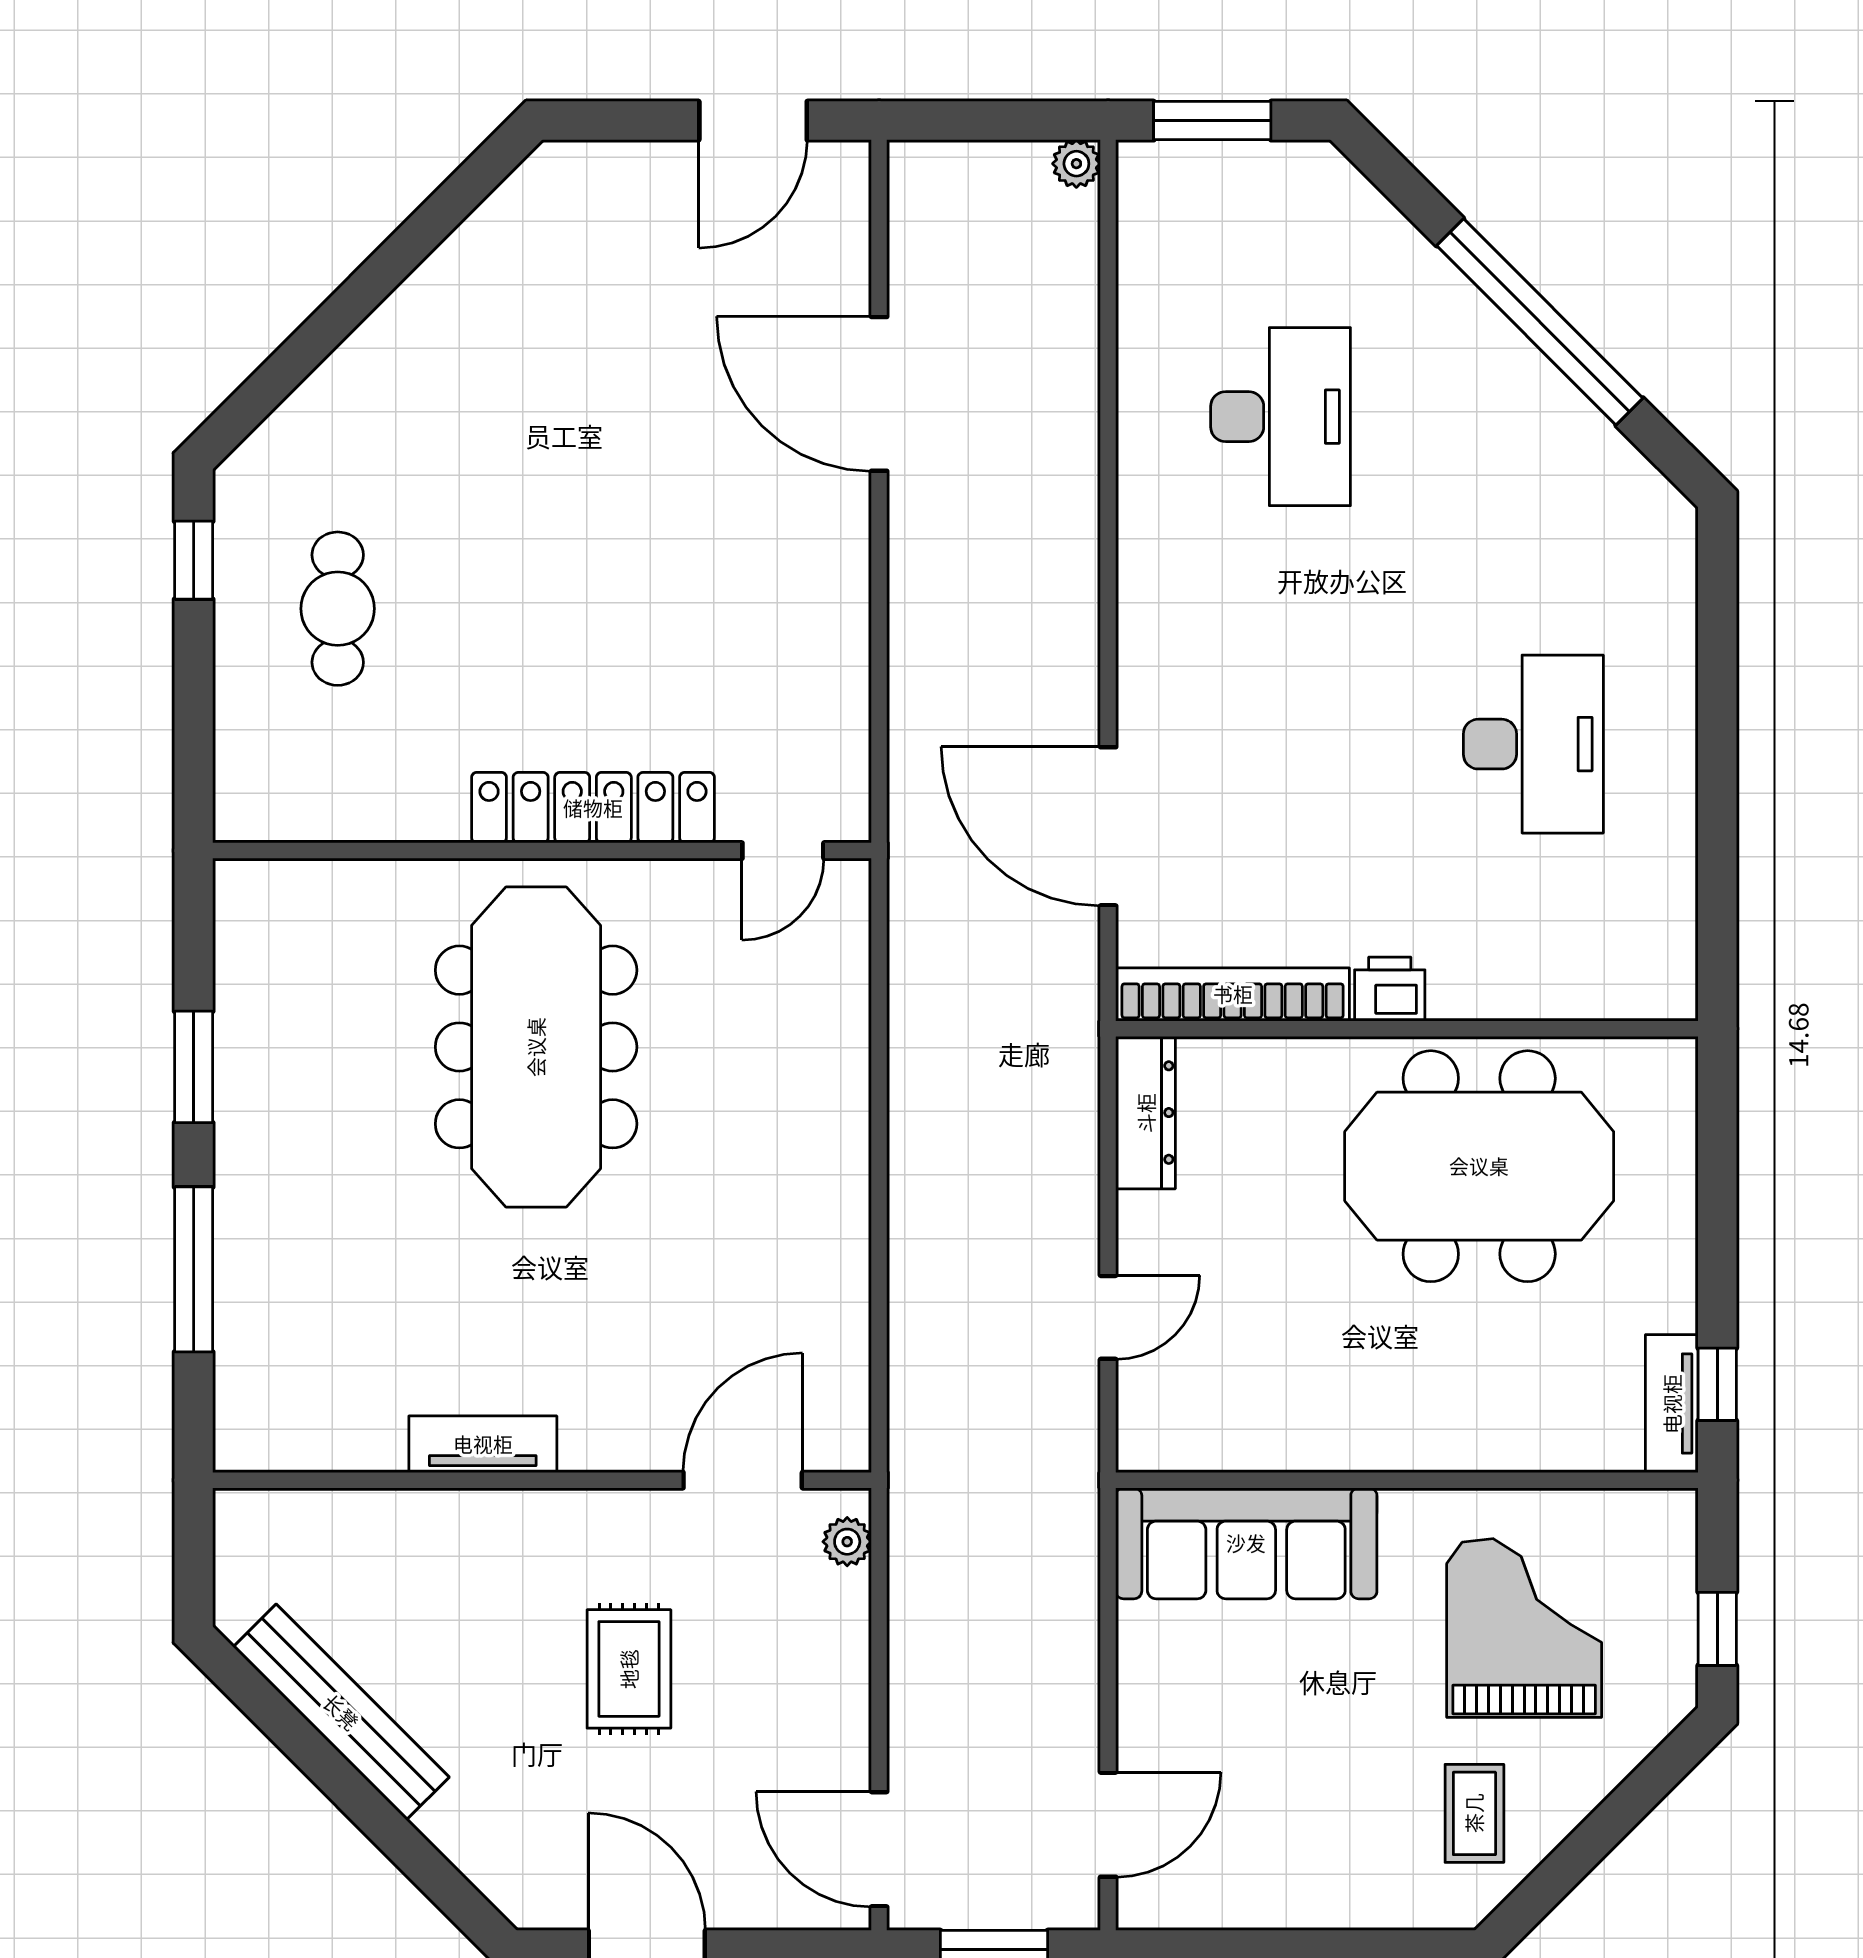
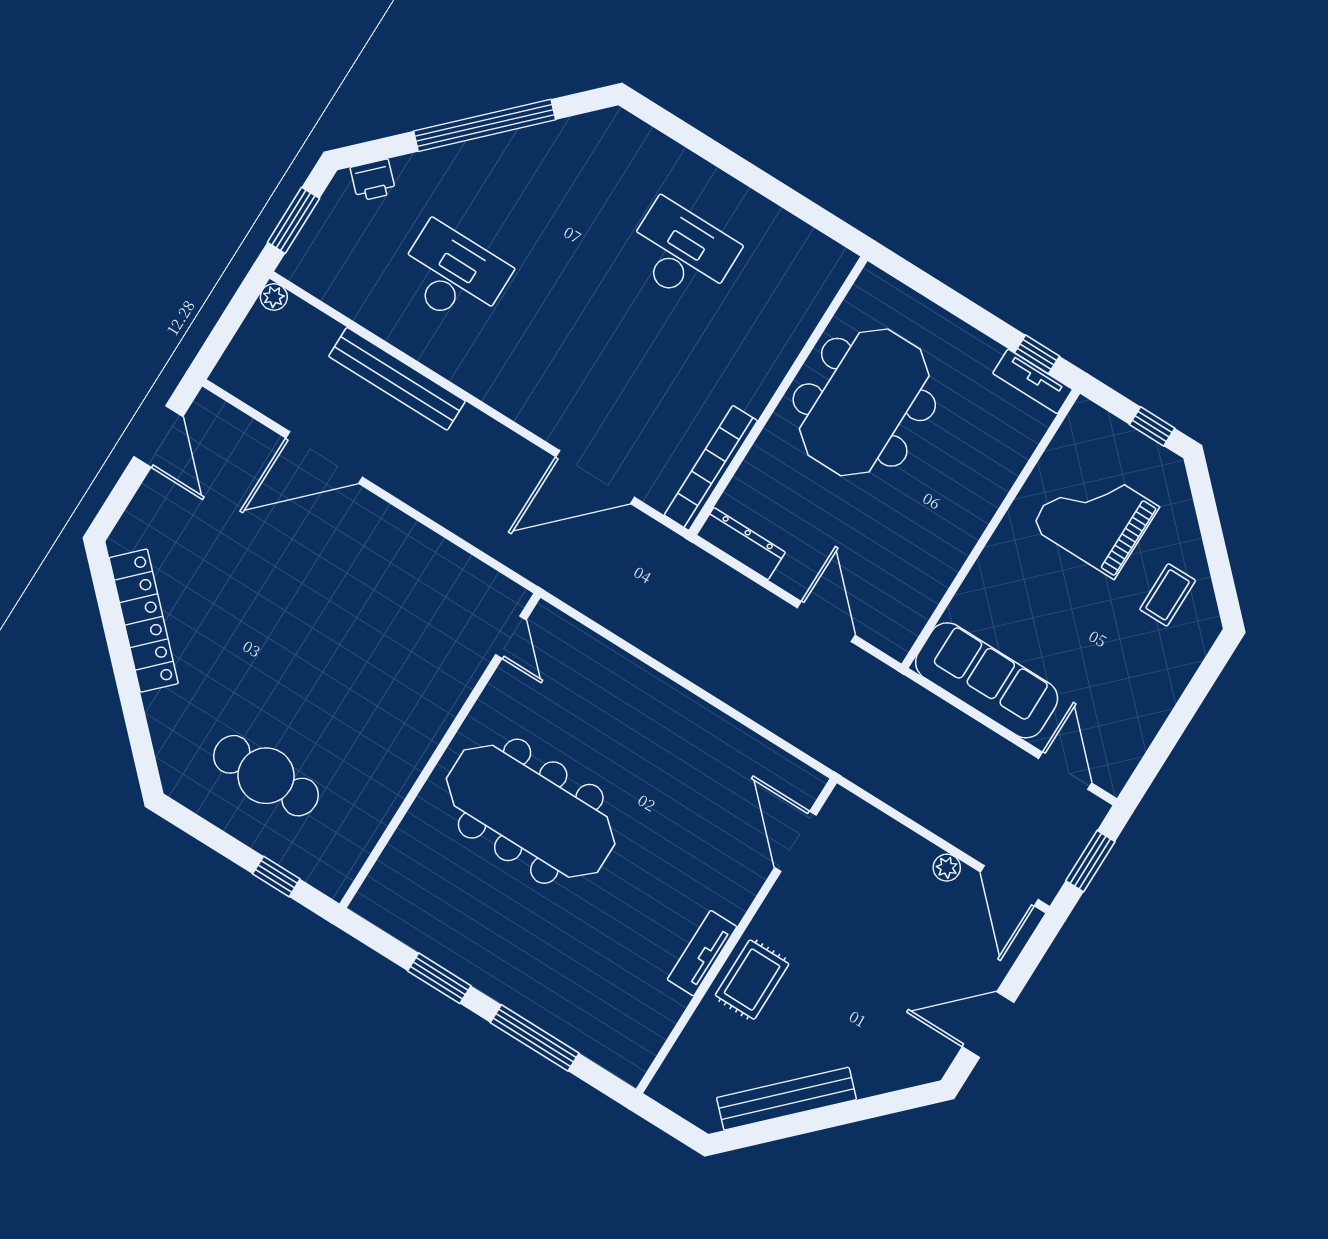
bench: (1069, 430) -> (397, 379), added
window: (194, 560) -> (276, 876), moved
cafe table: (338, 609) -> (266, 776), width x1.37, depth x1.35
locker: (593, 808) -> (144, 621), moved, turned 135
printer: (1390, 989) -> (373, 180), moved, turned -135
door: (1108, 1317) -> (826, 622), width x1.38
plant: (847, 1542) -> (947, 868), moved
sofa: (1246, 1543) -> (987, 680), moved, turned -90
rug: (629, 1669) -> (752, 980), moved, turned 90
coffee table: (1474, 1813) -> (1168, 595), turned 90
door: (879, 1849) -> (1009, 886), hinge flipped

